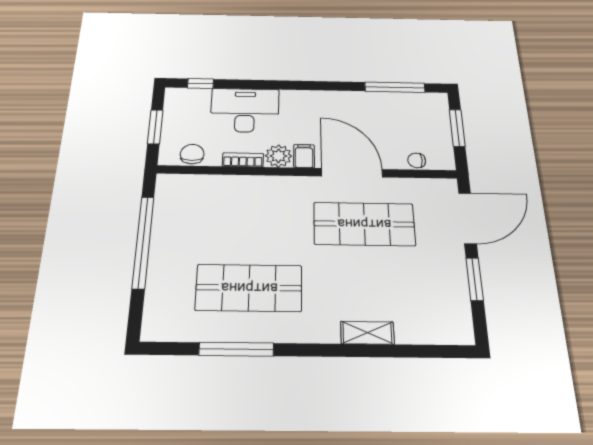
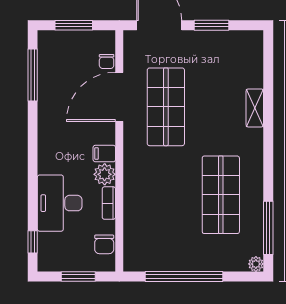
chair: (192, 154) -> (104, 244), turned -90
door: (352, 173) -> (119, 97), moved
plant: (151, 332) -> (256, 264), added
window: (236, 349) -> (268, 228), moved

